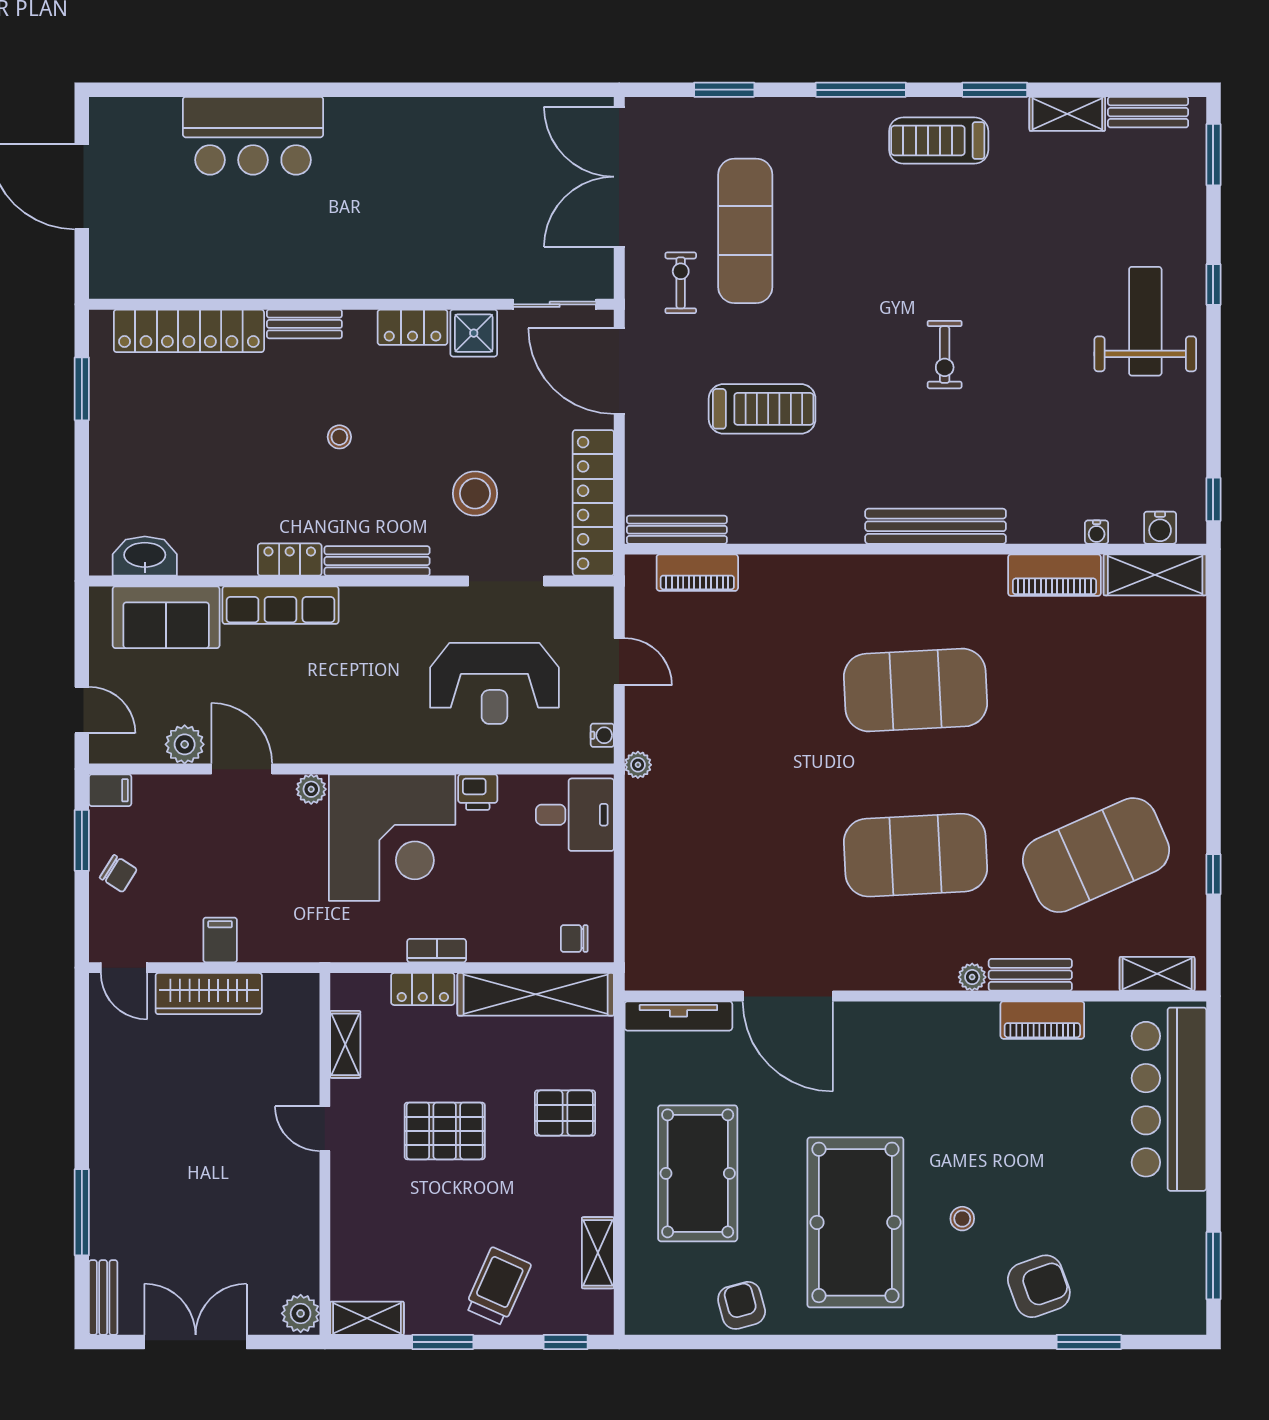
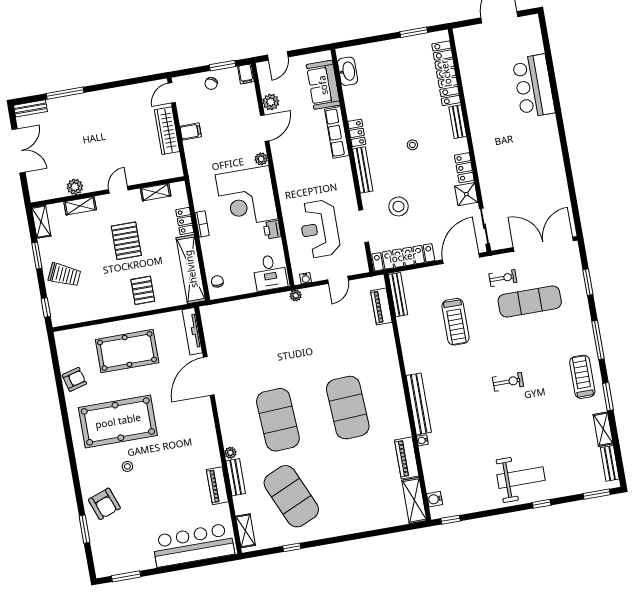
exercise bike: (945, 355) -> (508, 382), moved, turned 180
water cooler: (1097, 532) -> (422, 440), moved
shelving: (598, 1253) -> (80, 206), moved
plant: (301, 1313) -> (75, 187), moved

